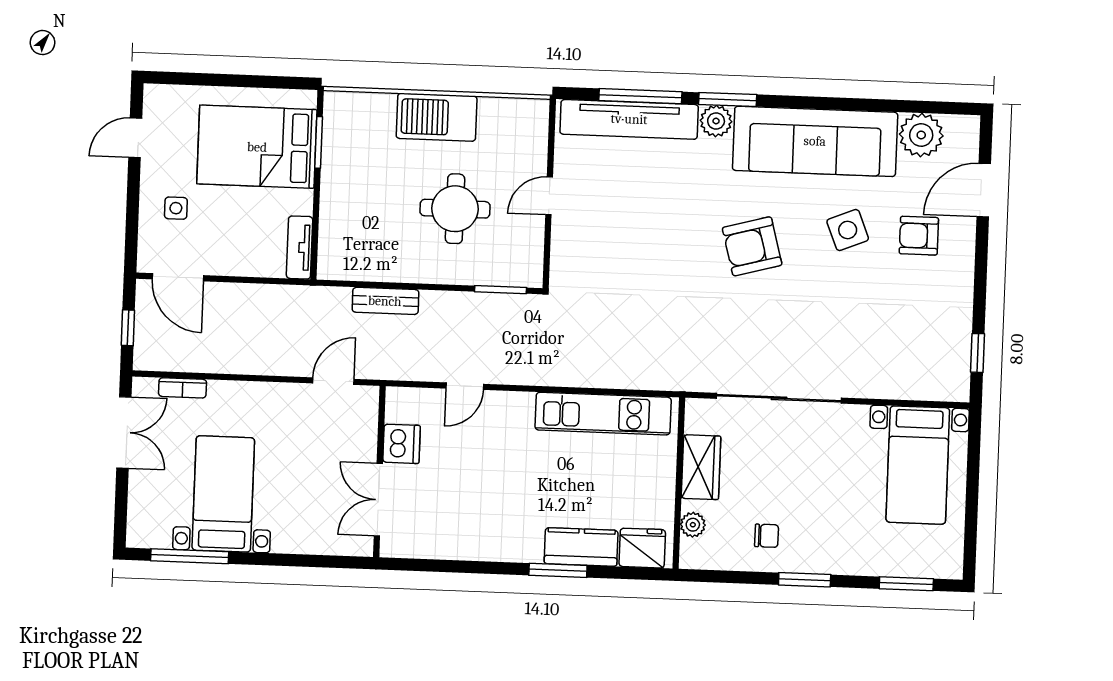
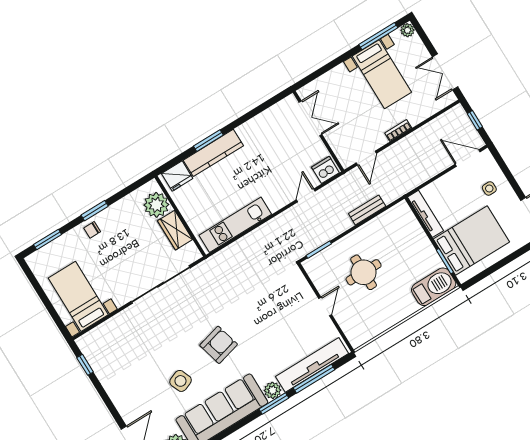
barbecue: (437, 117) -> (434, 287), moved
armchair: (919, 236) -> (147, 400), removed
tv unit: (300, 247) -> (425, 214), width x1.41
bookcase: (183, 388) -> (398, 131), moved
dishwasher: (402, 444) -> (325, 170), moved, turned 90
plant: (693, 525) -> (156, 205), width x1.87, depth x1.87
plant: (139, 535) -> (407, 30), added
chair: (767, 536) -> (92, 230), moved
kitchen counter: (581, 547) -> (213, 153), width x1.50

